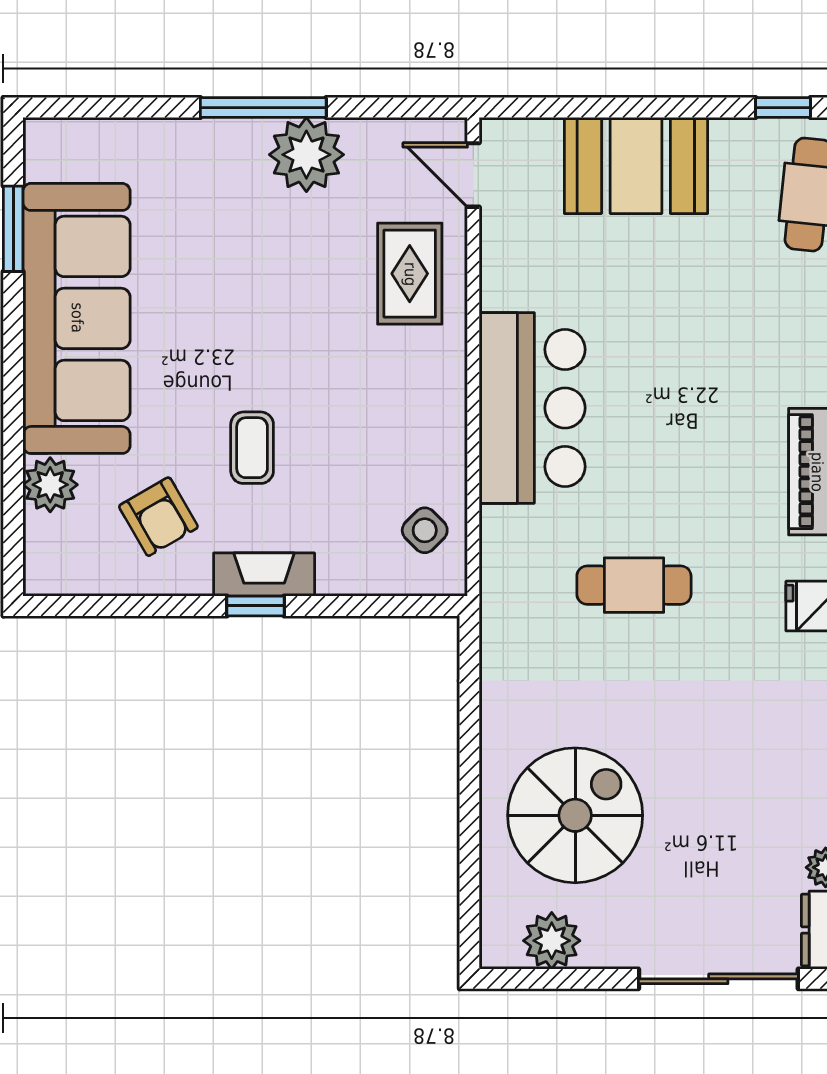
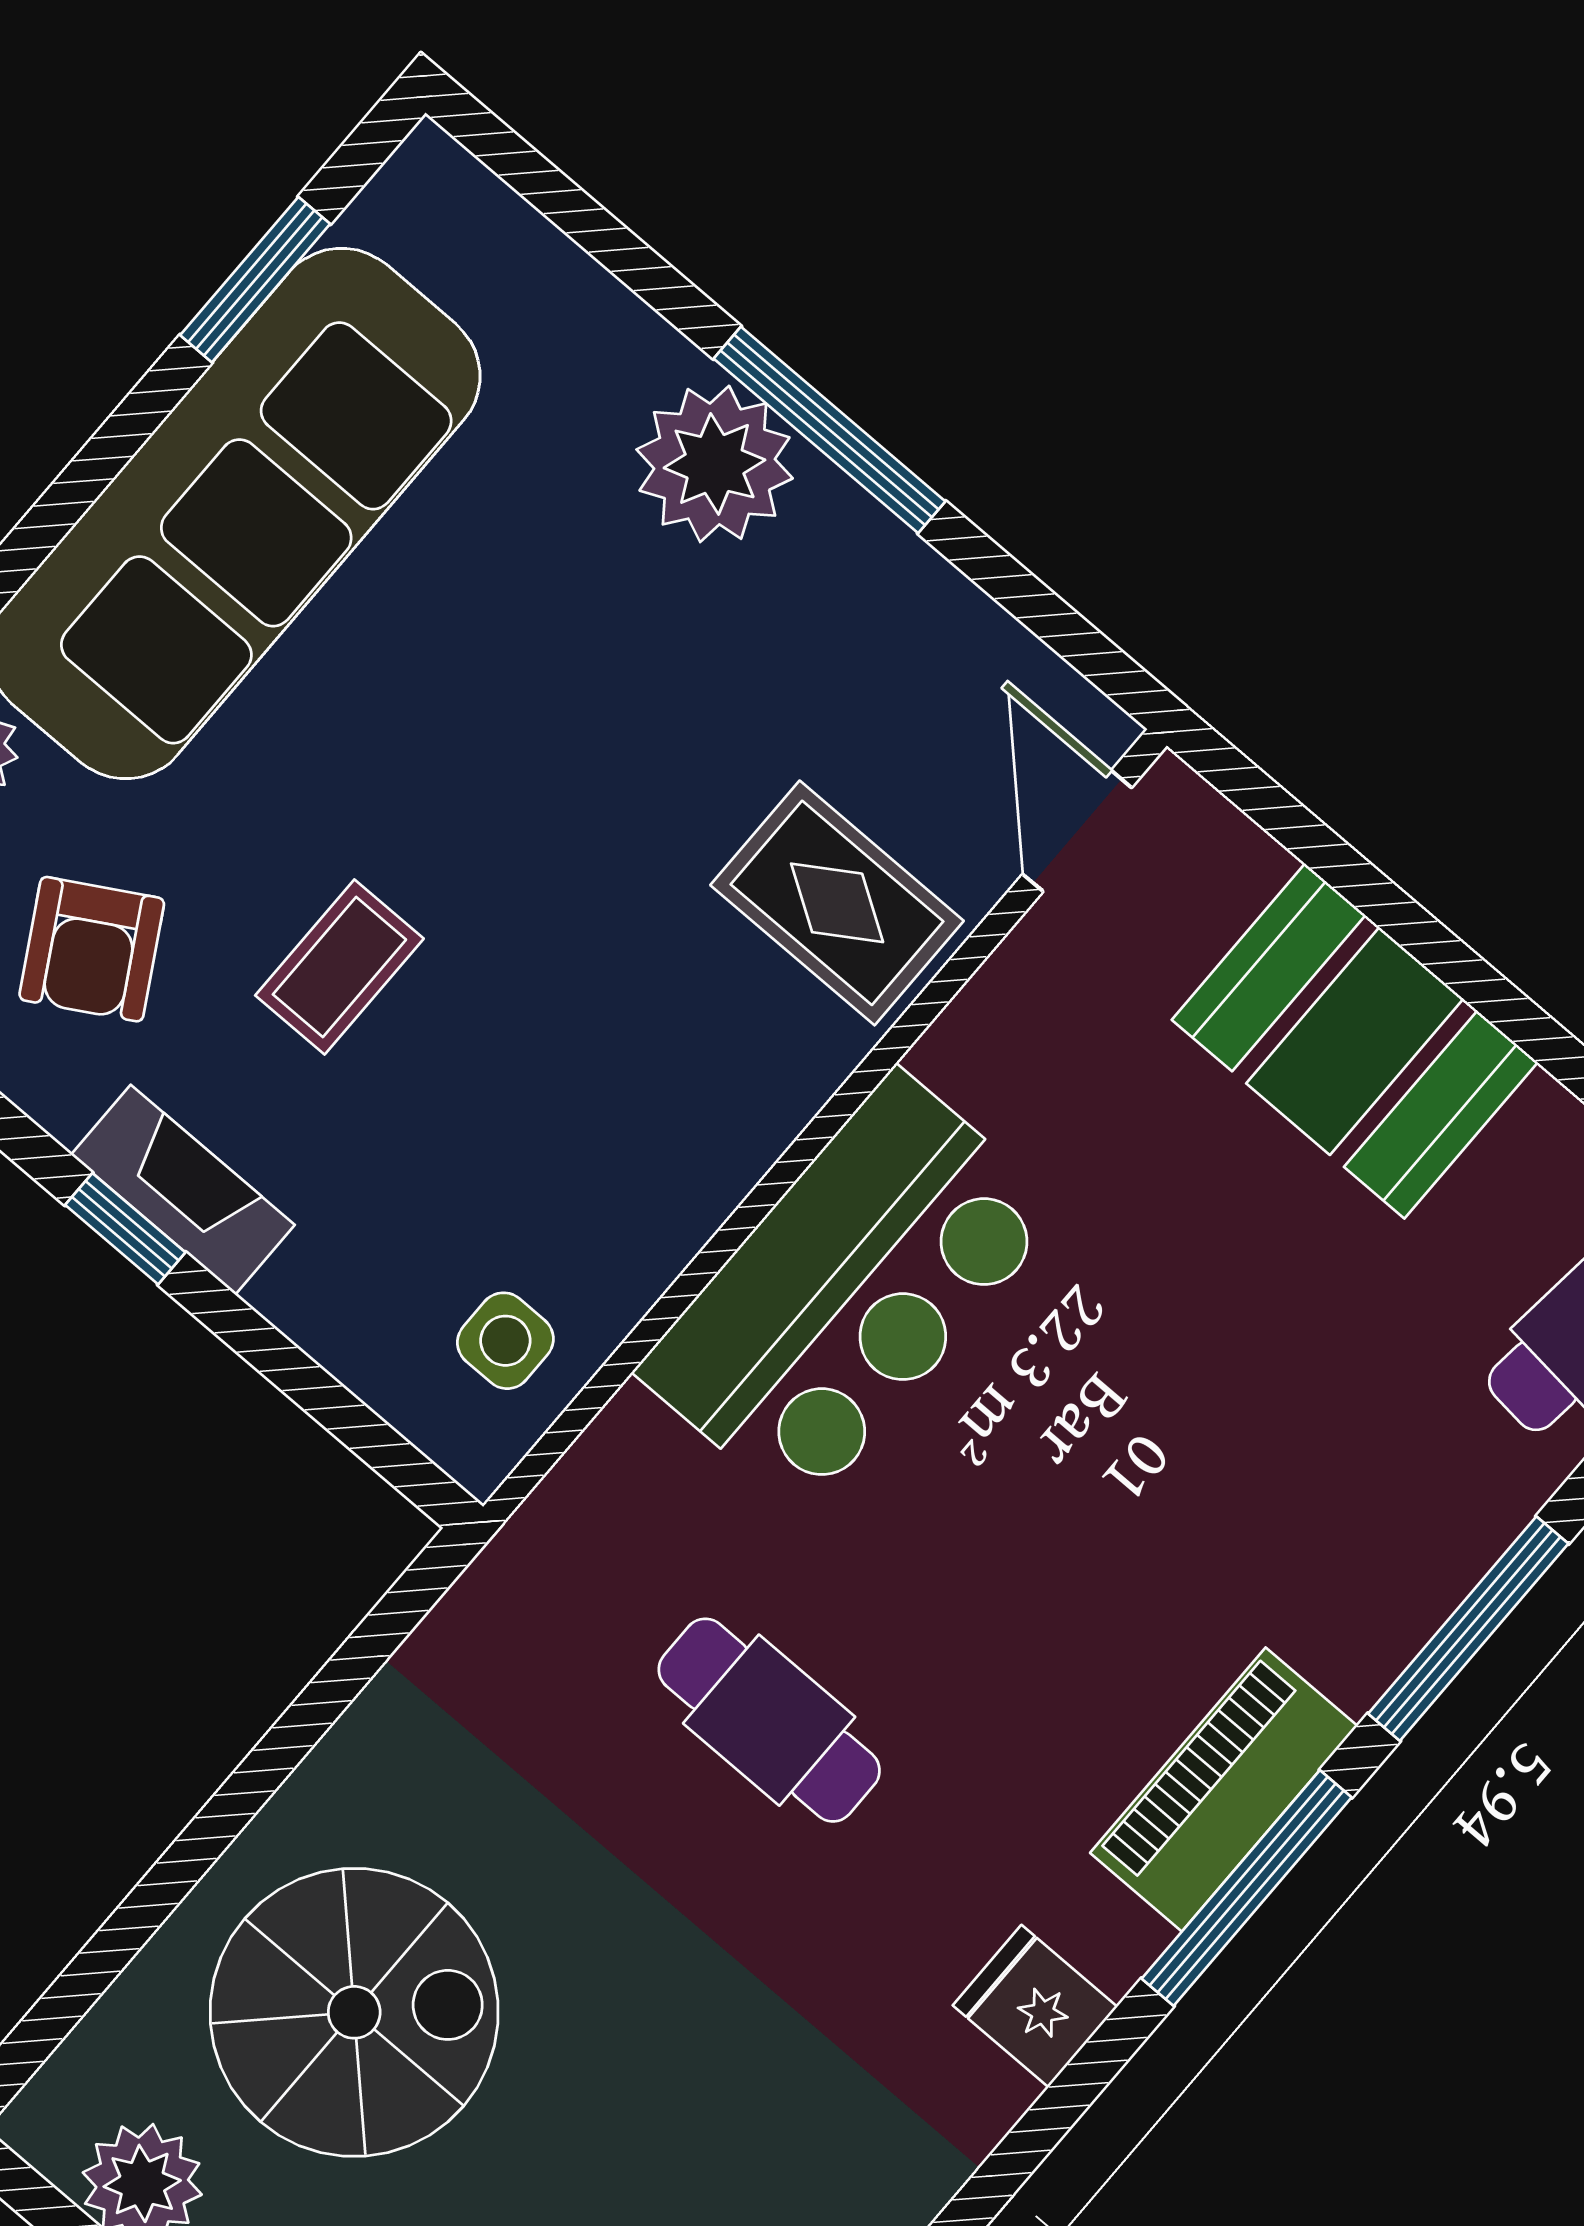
plant: (306, 155) -> (715, 464), moved
rug: (410, 274) -> (837, 903), turned 90
side table: (425, 530) -> (505, 1341), turned 45

